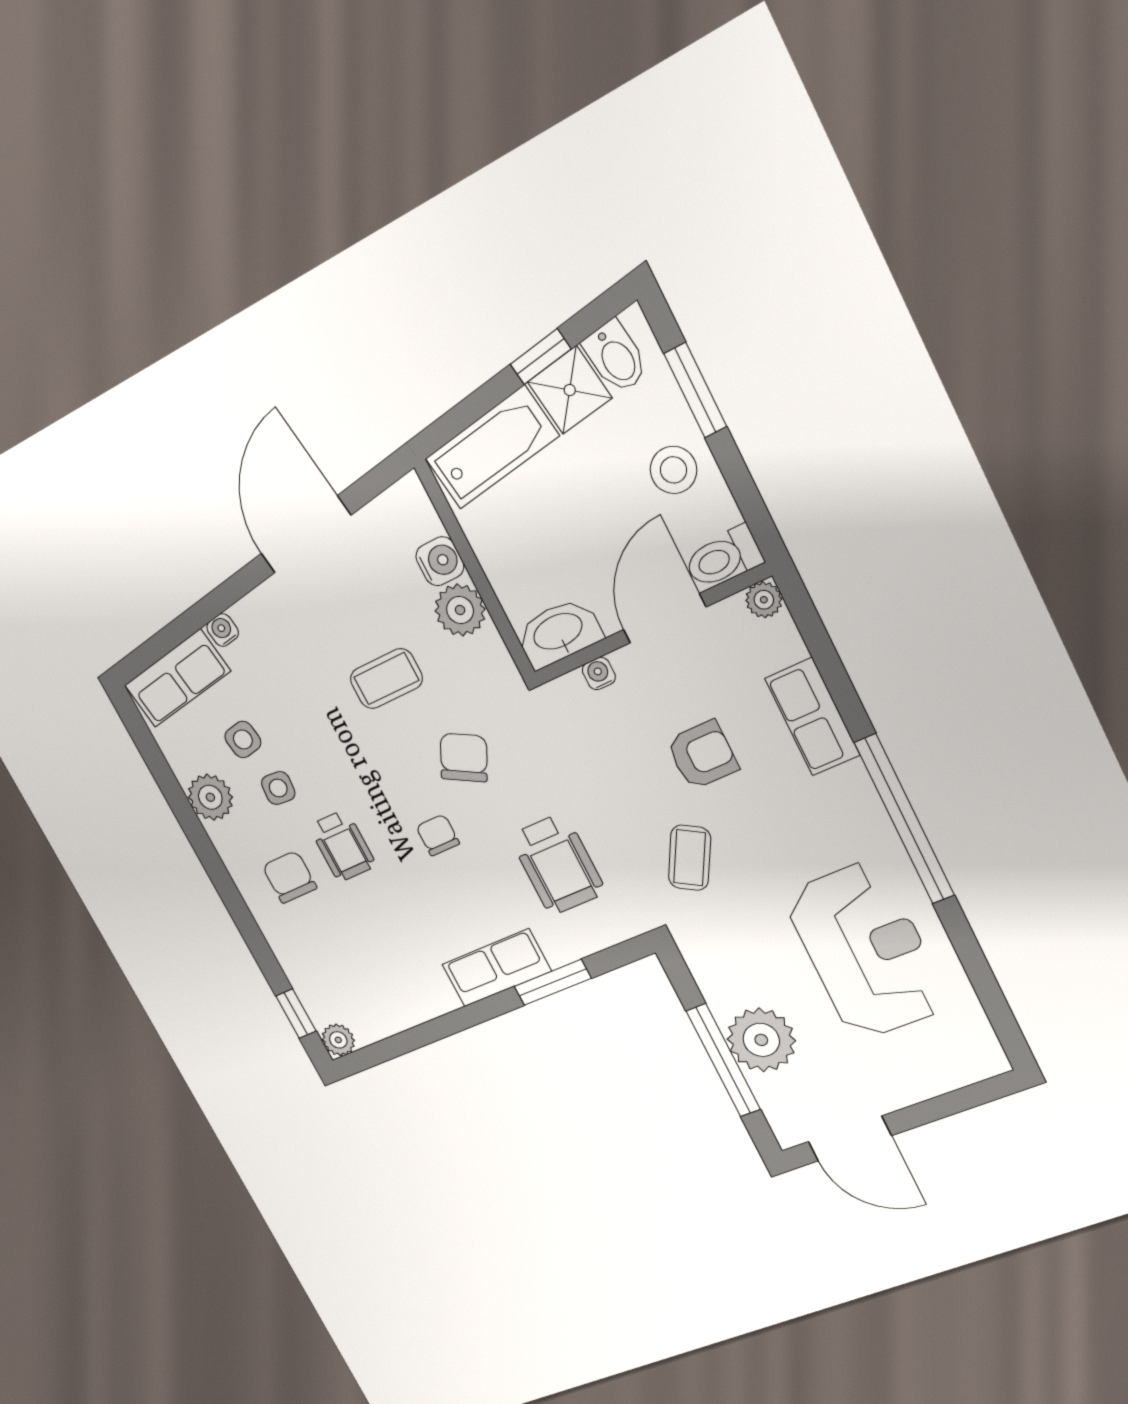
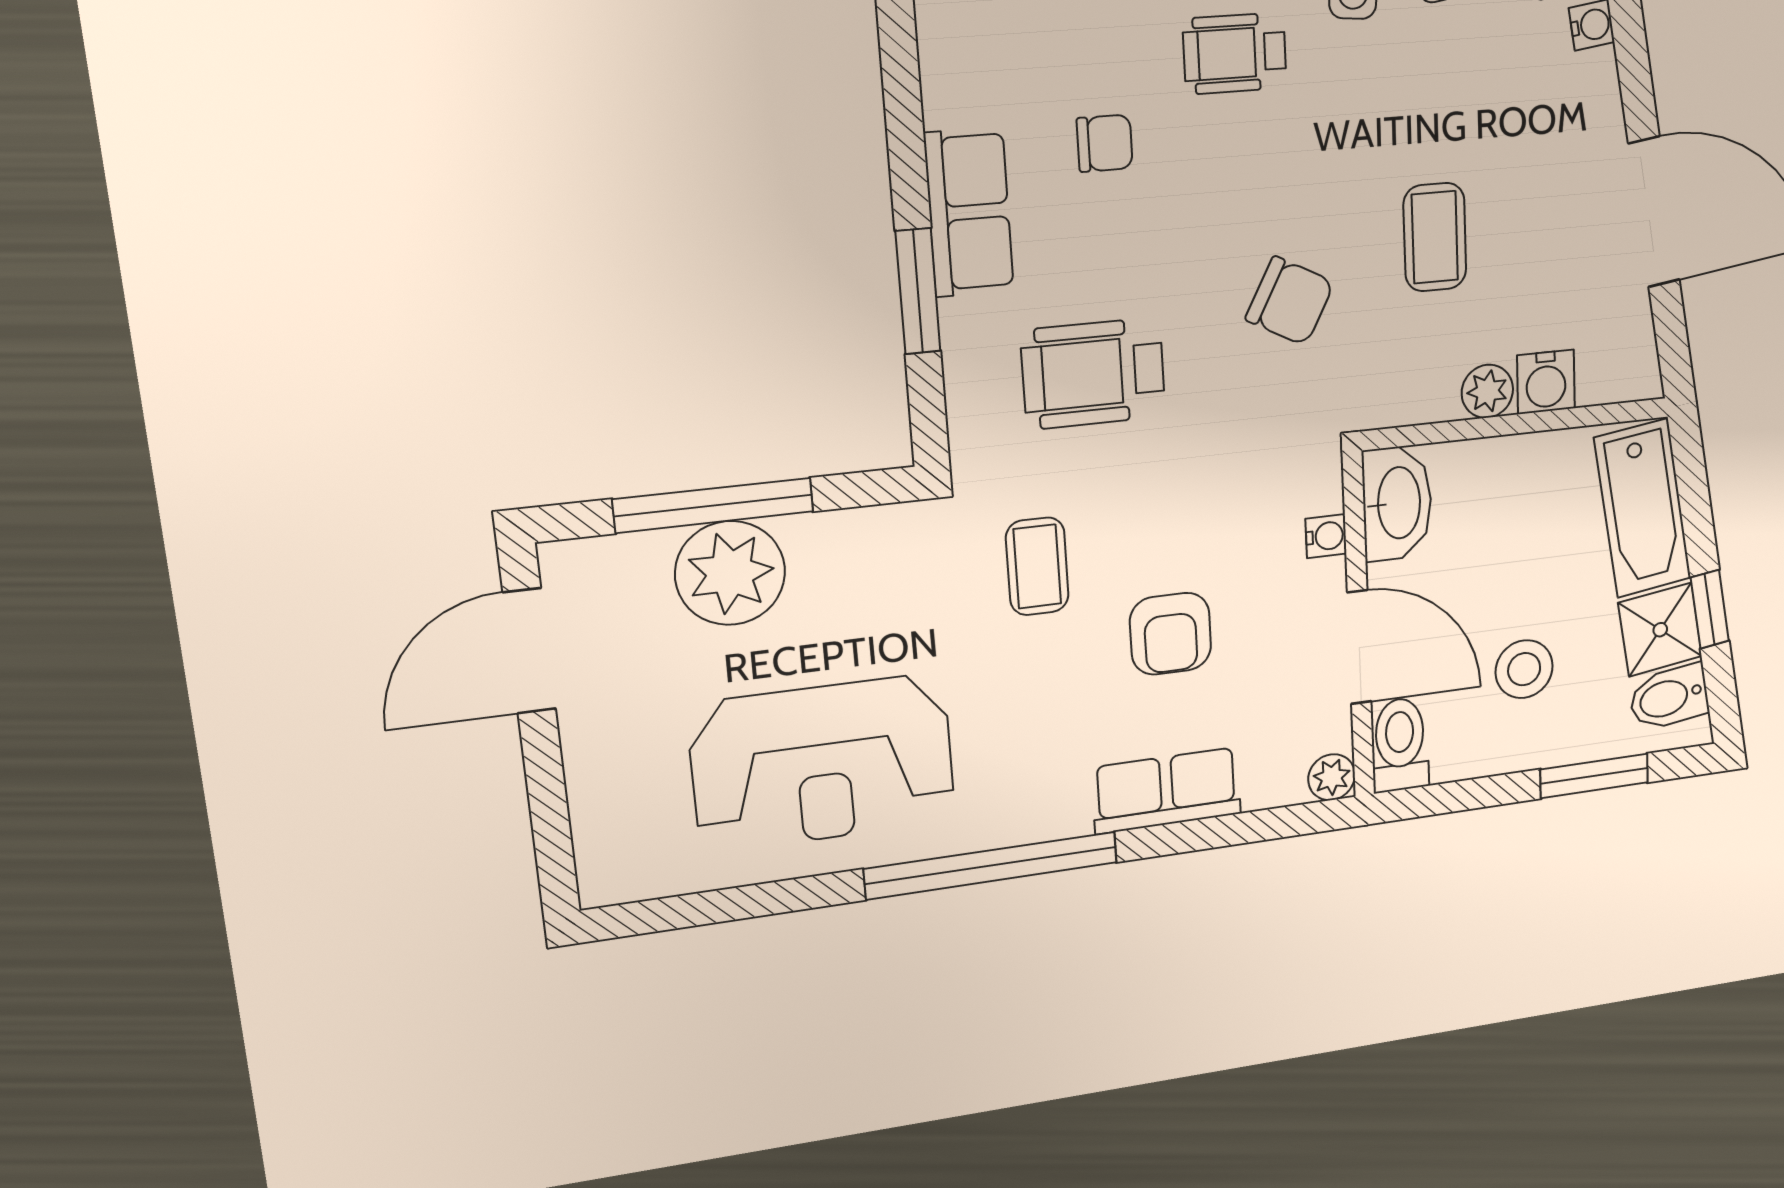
stool: (673, 470) -> (1524, 669), moved
plant: (460, 610) -> (1487, 391), width x0.73, depth x0.73
chair: (438, 835) -> (1105, 143), moved
coffee table: (690, 858) -> (1037, 566), turned 60

